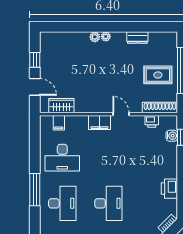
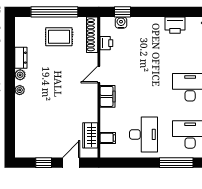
plant: (95, 37) -> (20, 75), moved
rug: (158, 75) -> (59, 37), turned 90

